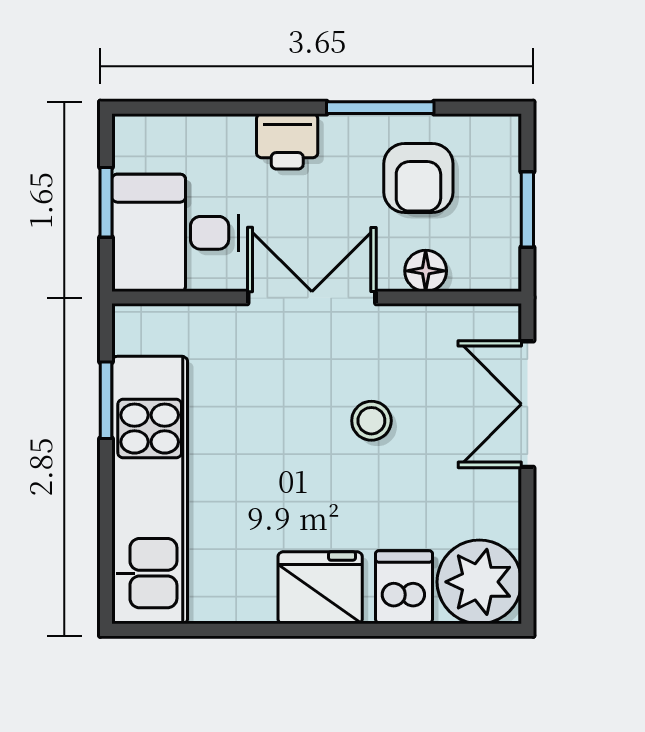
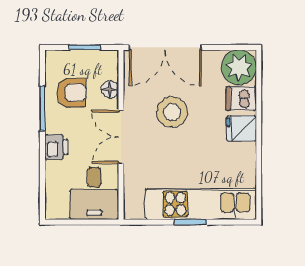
window: (106, 202) -> (82, 222), removed
window: (106, 400) -> (191, 222), moved
double door: (527, 404) -> (165, 47), width x1.37
stool: (371, 421) -> (172, 112), width x1.89, depth x1.89
fridge: (320, 588) -> (241, 128), width x0.72

